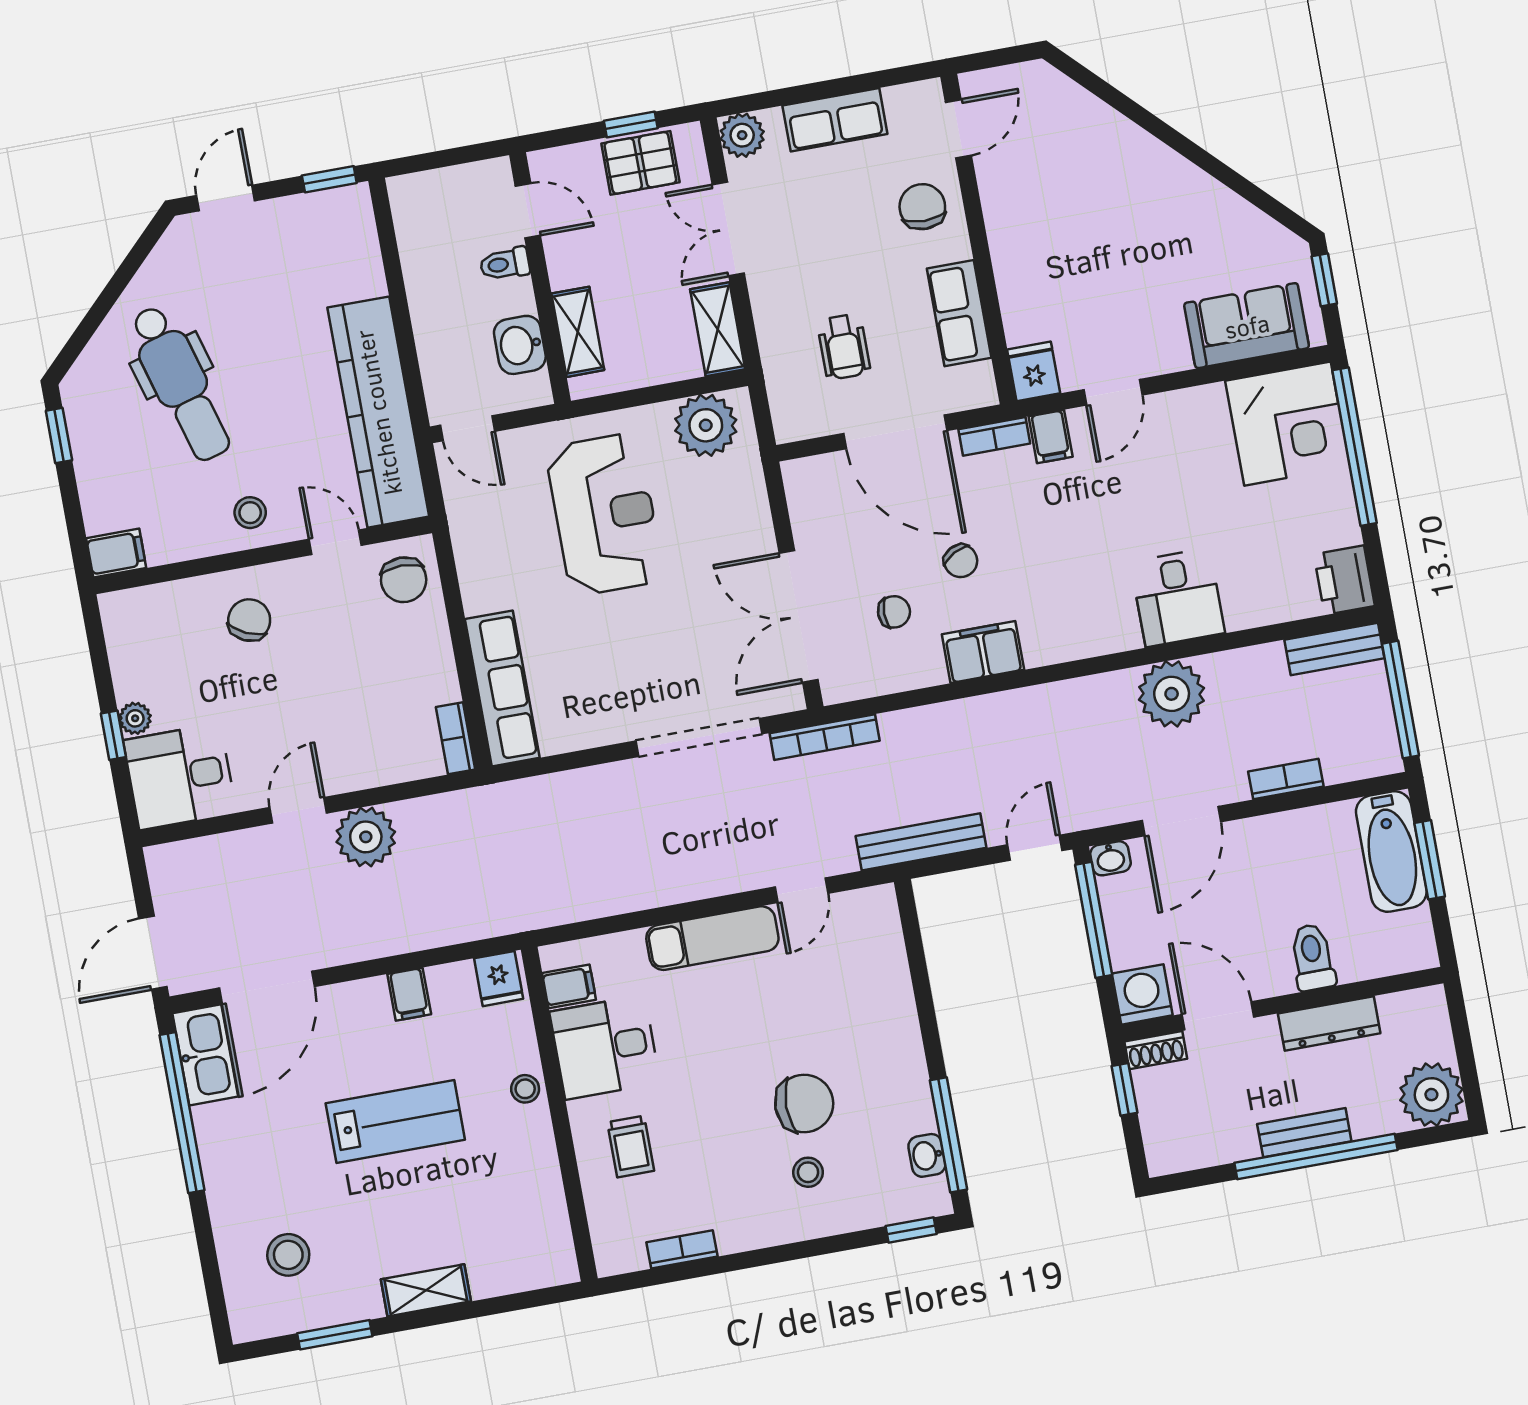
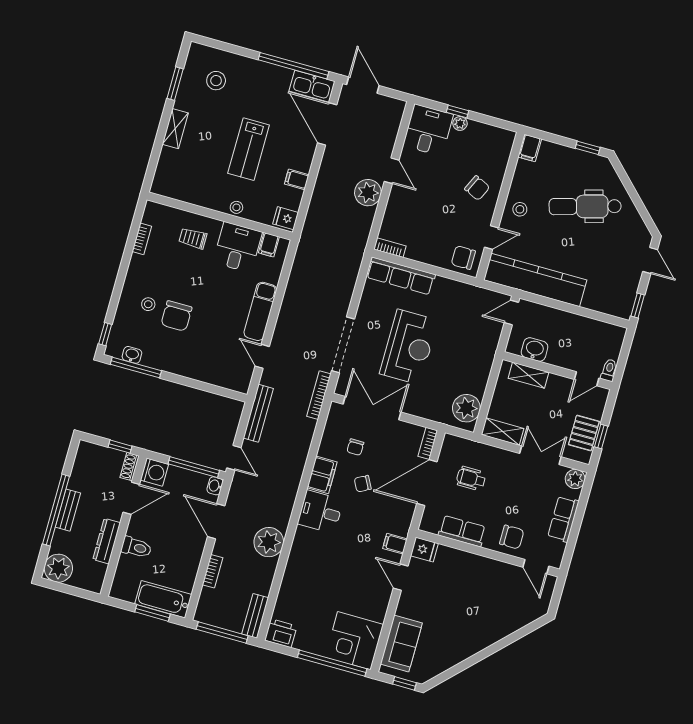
toilet: (505, 264) -> (609, 370), moved
bookcase: (994, 436) -> (428, 443), moved
reception desk: (605, 514) -> (409, 347), moved, turned -90
desk: (1178, 598) -> (320, 512), moved

